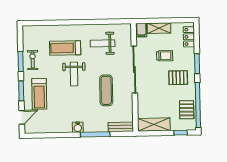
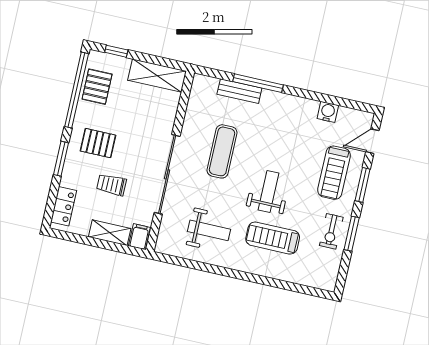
treadmill: (65, 48) -> (273, 238), turned 180
treadmill: (39, 94) -> (334, 173), turned 180
water cooler: (78, 127) -> (328, 112), moved
bench: (121, 127) -> (239, 91), moved

